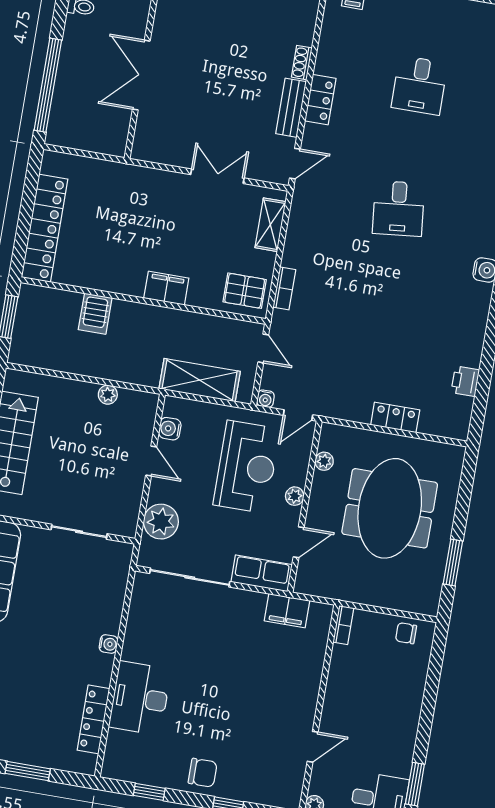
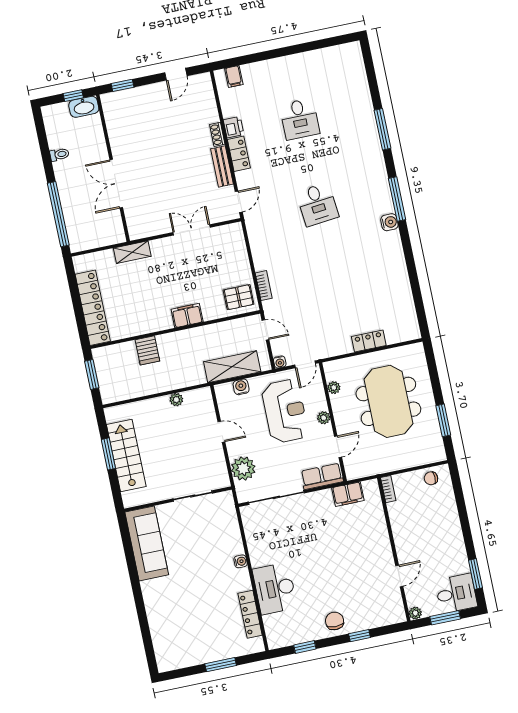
shelving: (270, 225) -> (132, 252), moved, turned 90
printer: (465, 381) -> (234, 127), moved, turned 180
water cooler: (170, 429) -> (241, 387), moved, turned 90
chair: (203, 773) -> (335, 621), turned -90

